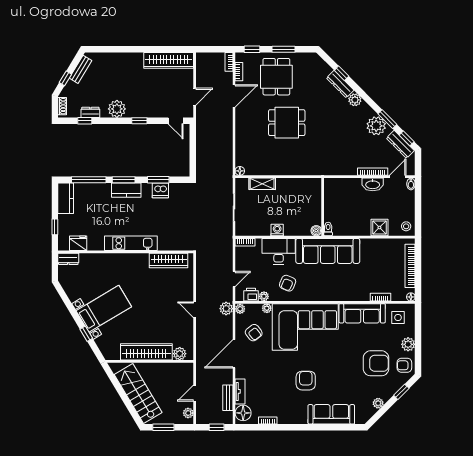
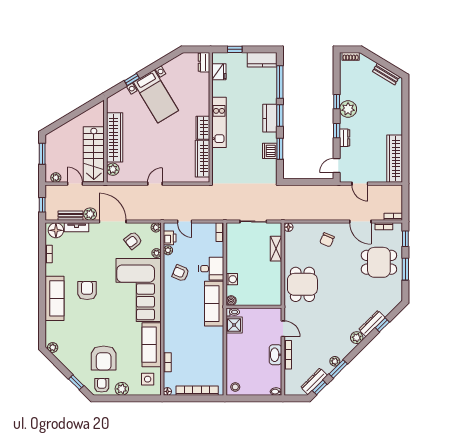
window: (65, 78) -> (377, 60), removed
dresser: (90, 112) -> (345, 138), moved
window: (85, 121) -> (337, 102), moved
dining table: (287, 123) -> (302, 284), moved
plant: (376, 126) -> (335, 361), width x0.53, depth x0.53
chair: (253, 131) -> (327, 240), added
door: (398, 177) -> (283, 329), moved
shower: (379, 227) -> (234, 325), moved
washing machine: (277, 230) -> (232, 279), moved
desk: (279, 251) -> (211, 269), width x0.73
sofa: (328, 251) -> (214, 304), width x0.74, depth x0.79
wardrobe: (136, 260) -> (203, 128), added
plant: (226, 309) -> (90, 214), moved
armchair: (306, 381) -> (87, 290), turned -90
stairs: (138, 394) -> (94, 154), moved, turned 121
plant: (378, 403) -> (53, 347), moved
sofa: (331, 414) -> (55, 298), moved

